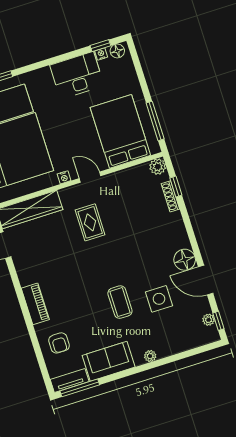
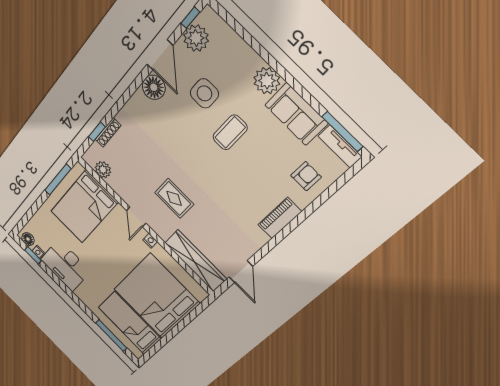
plant: (158, 167) -> (103, 170), moved
rug: (90, 222) -> (174, 198), turned 90
plant: (209, 320) -> (196, 38), width x1.88, depth x1.88
plant: (150, 356) -> (267, 81), width x1.87, depth x1.87

